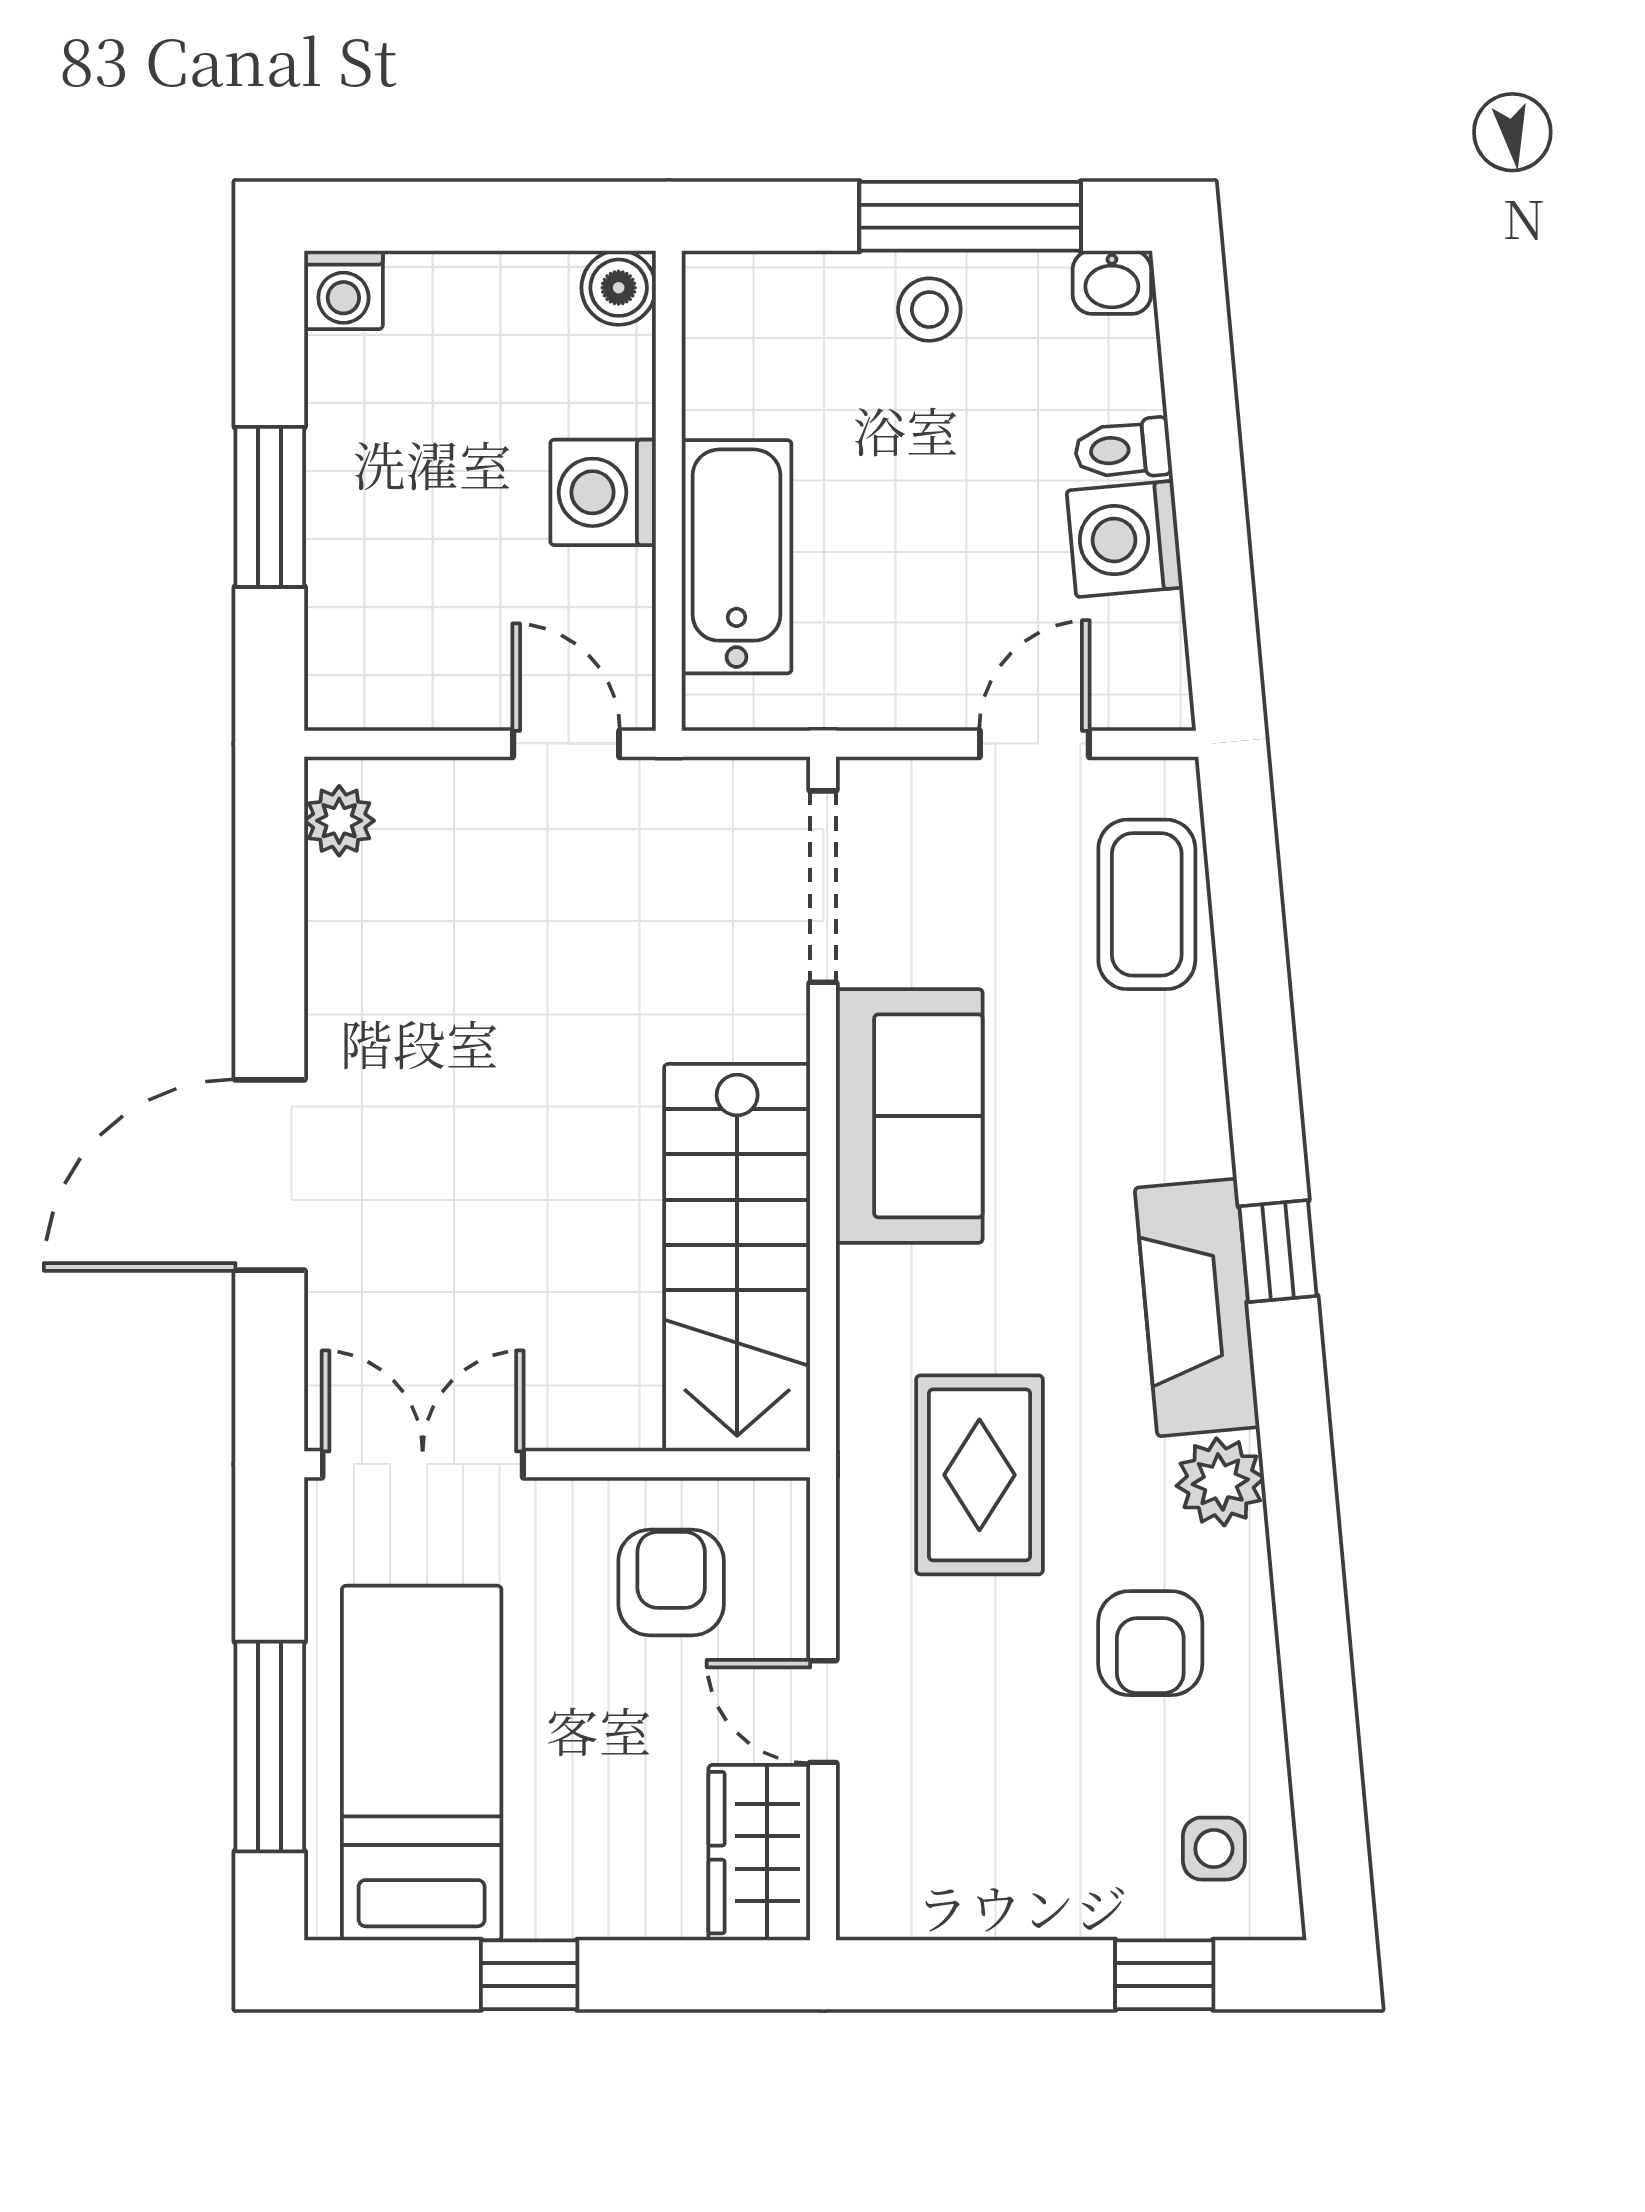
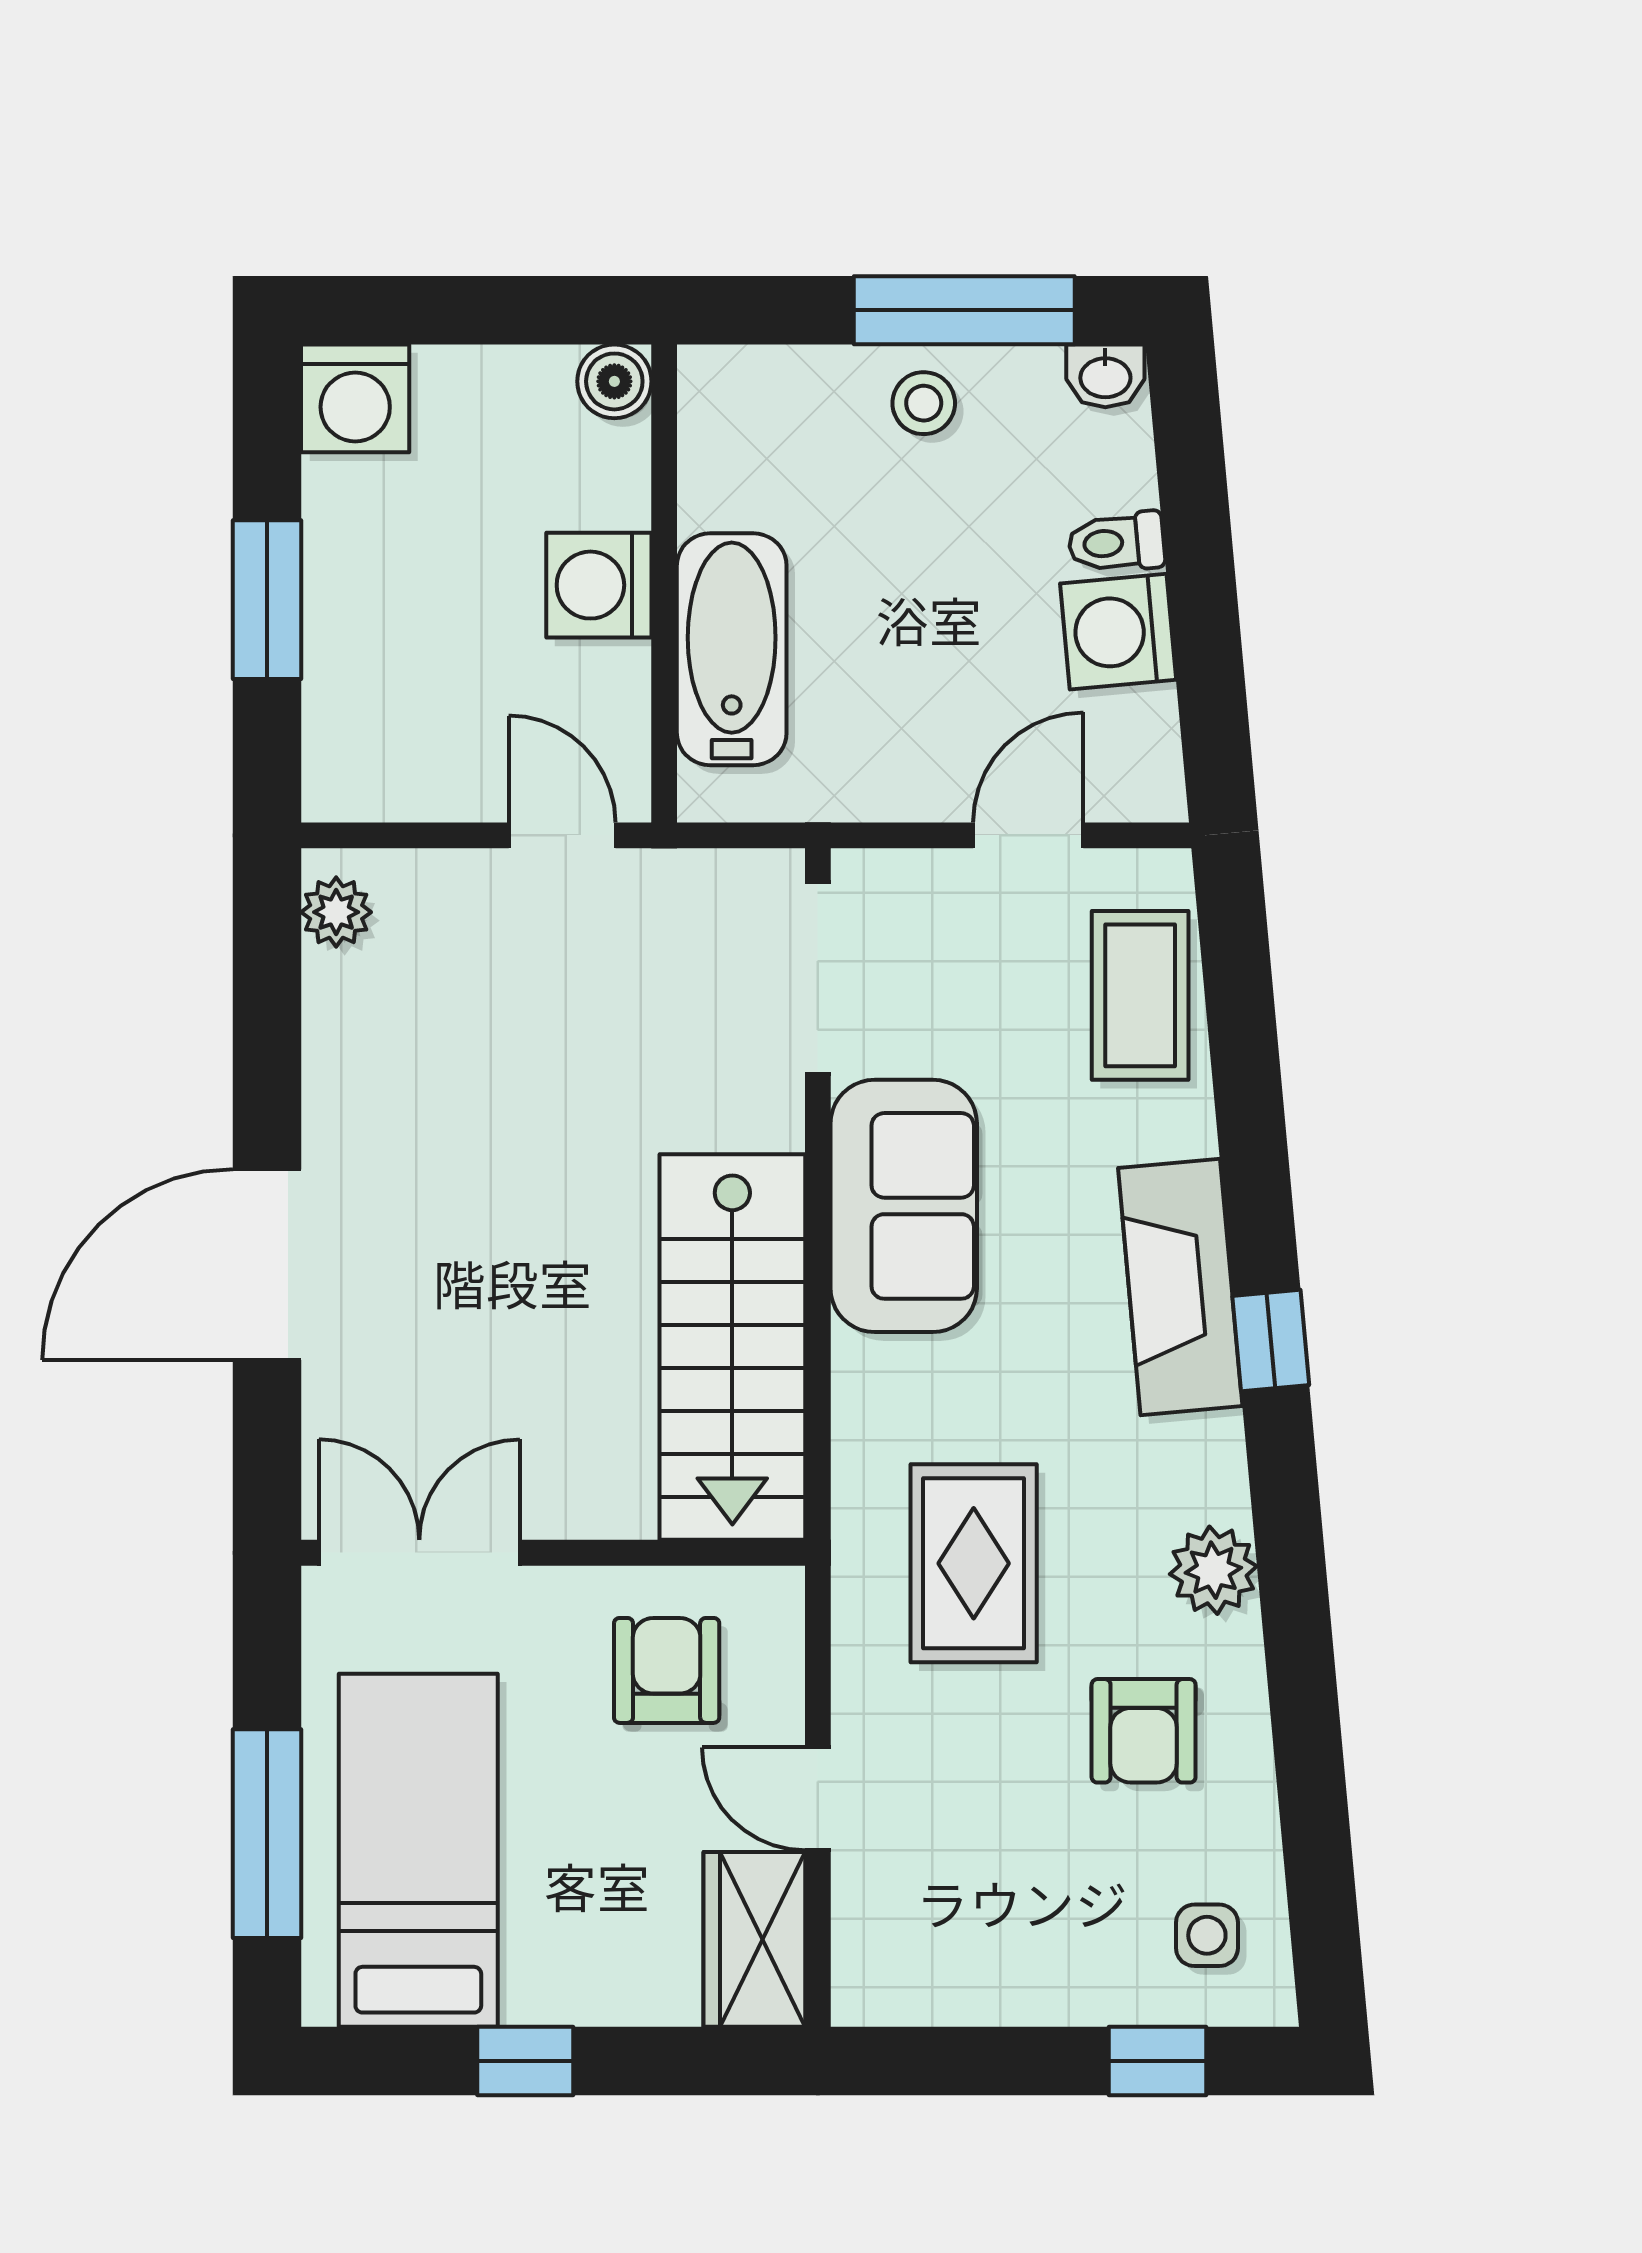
washing machine: (343, 290) -> (355, 398), width x1.38, depth x1.38
fireplace: (1197, 1307) -> (1180, 1287), moved

